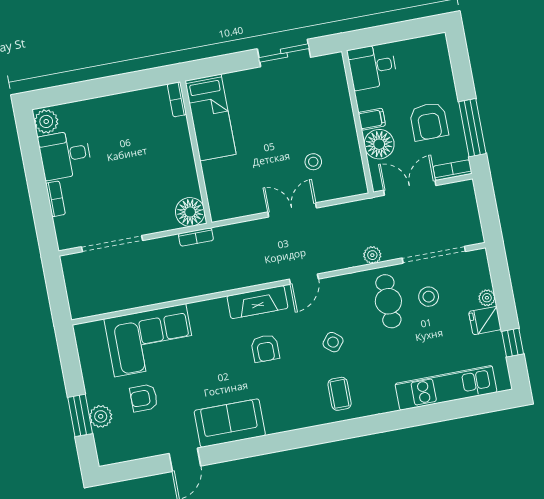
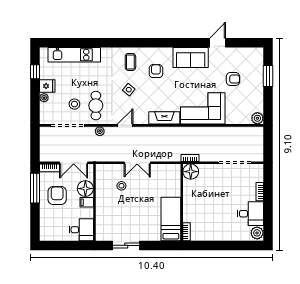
door: (304, 279) -> (125, 125), moved
corner sofa: (150, 340) -> (203, 108), moved
armchair: (265, 348) -> (156, 71), moved
plant: (101, 416) -> (257, 118), moved

